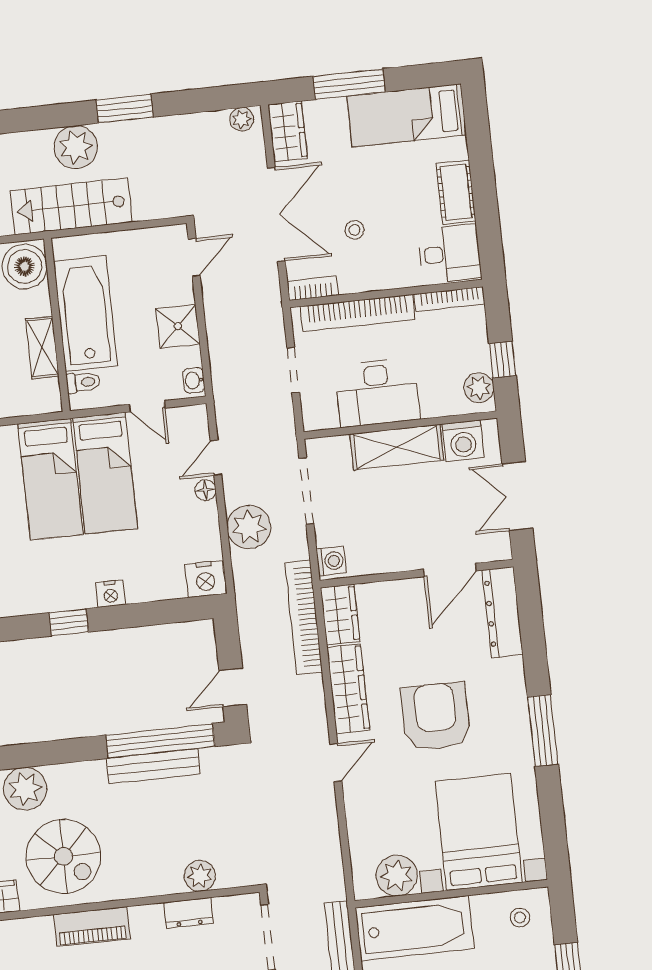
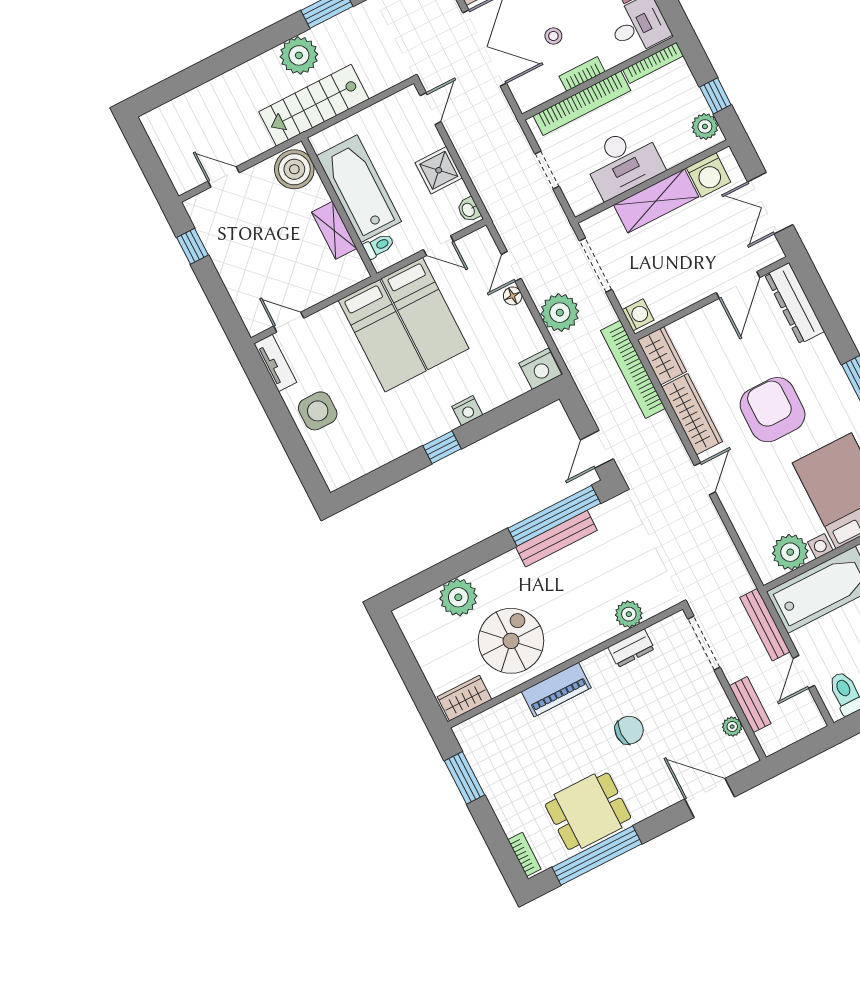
bookcase: (313, 288) -> (582, 74), moved
spiral stairs: (64, 856) -> (511, 641), turned -90

